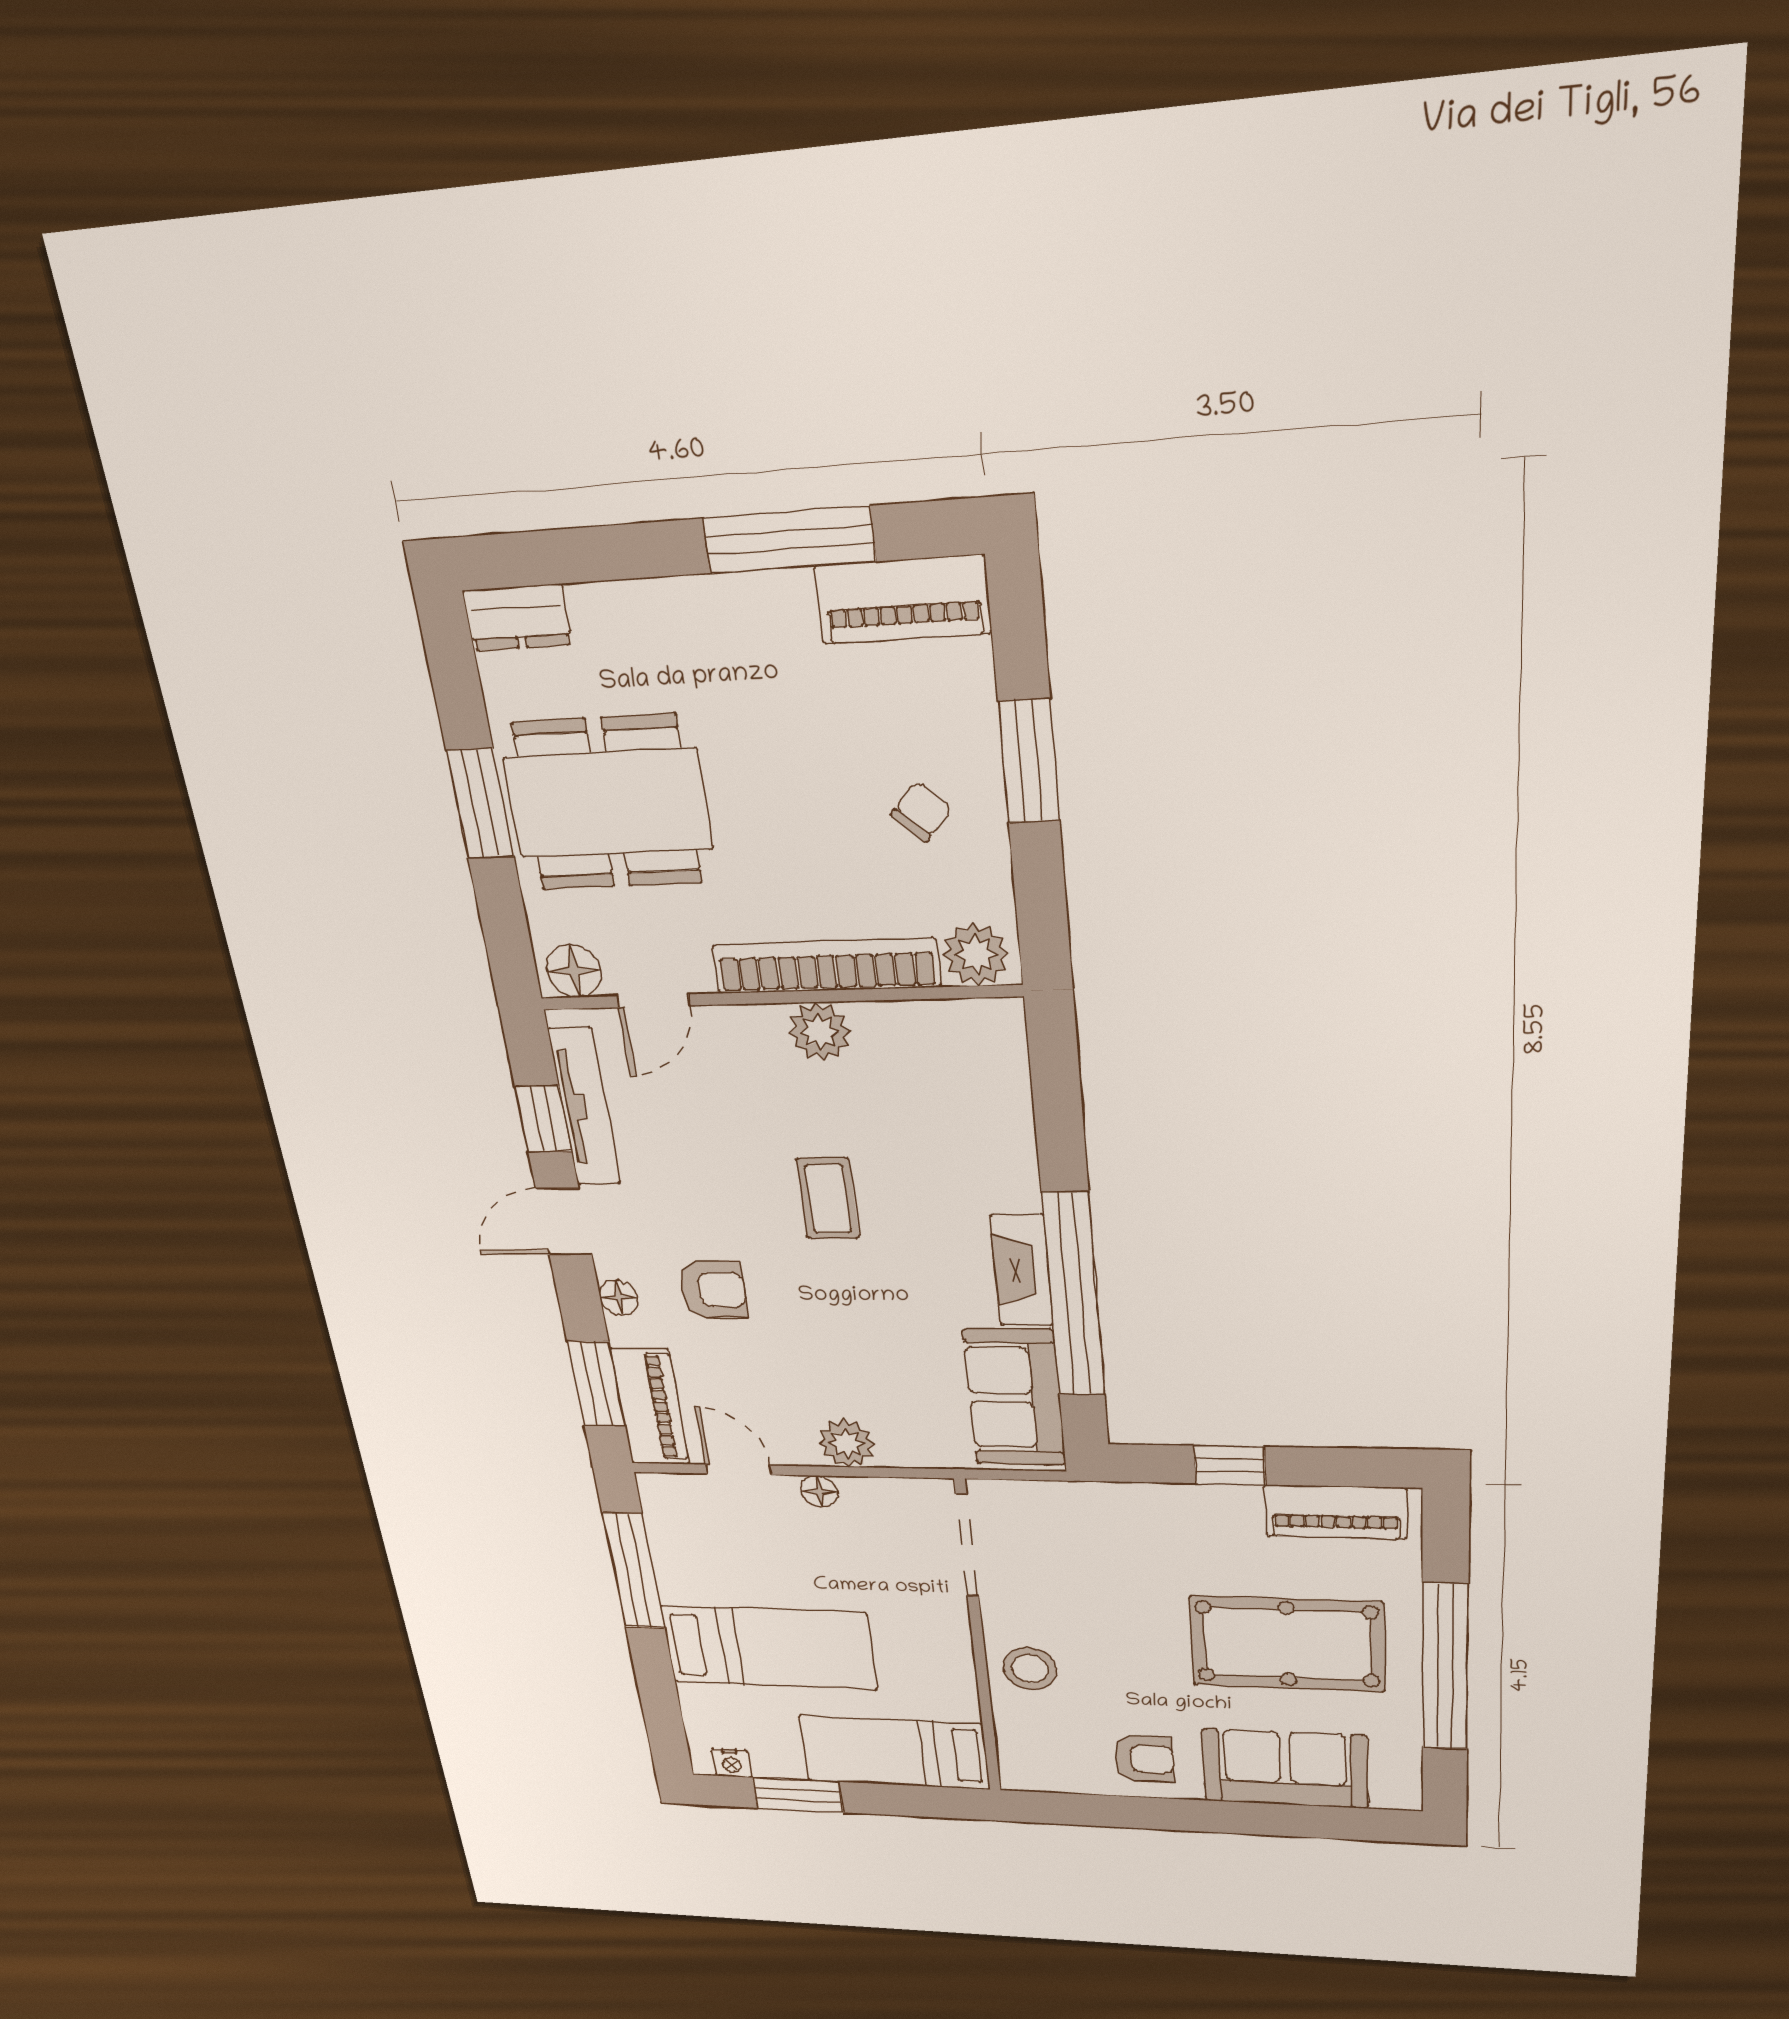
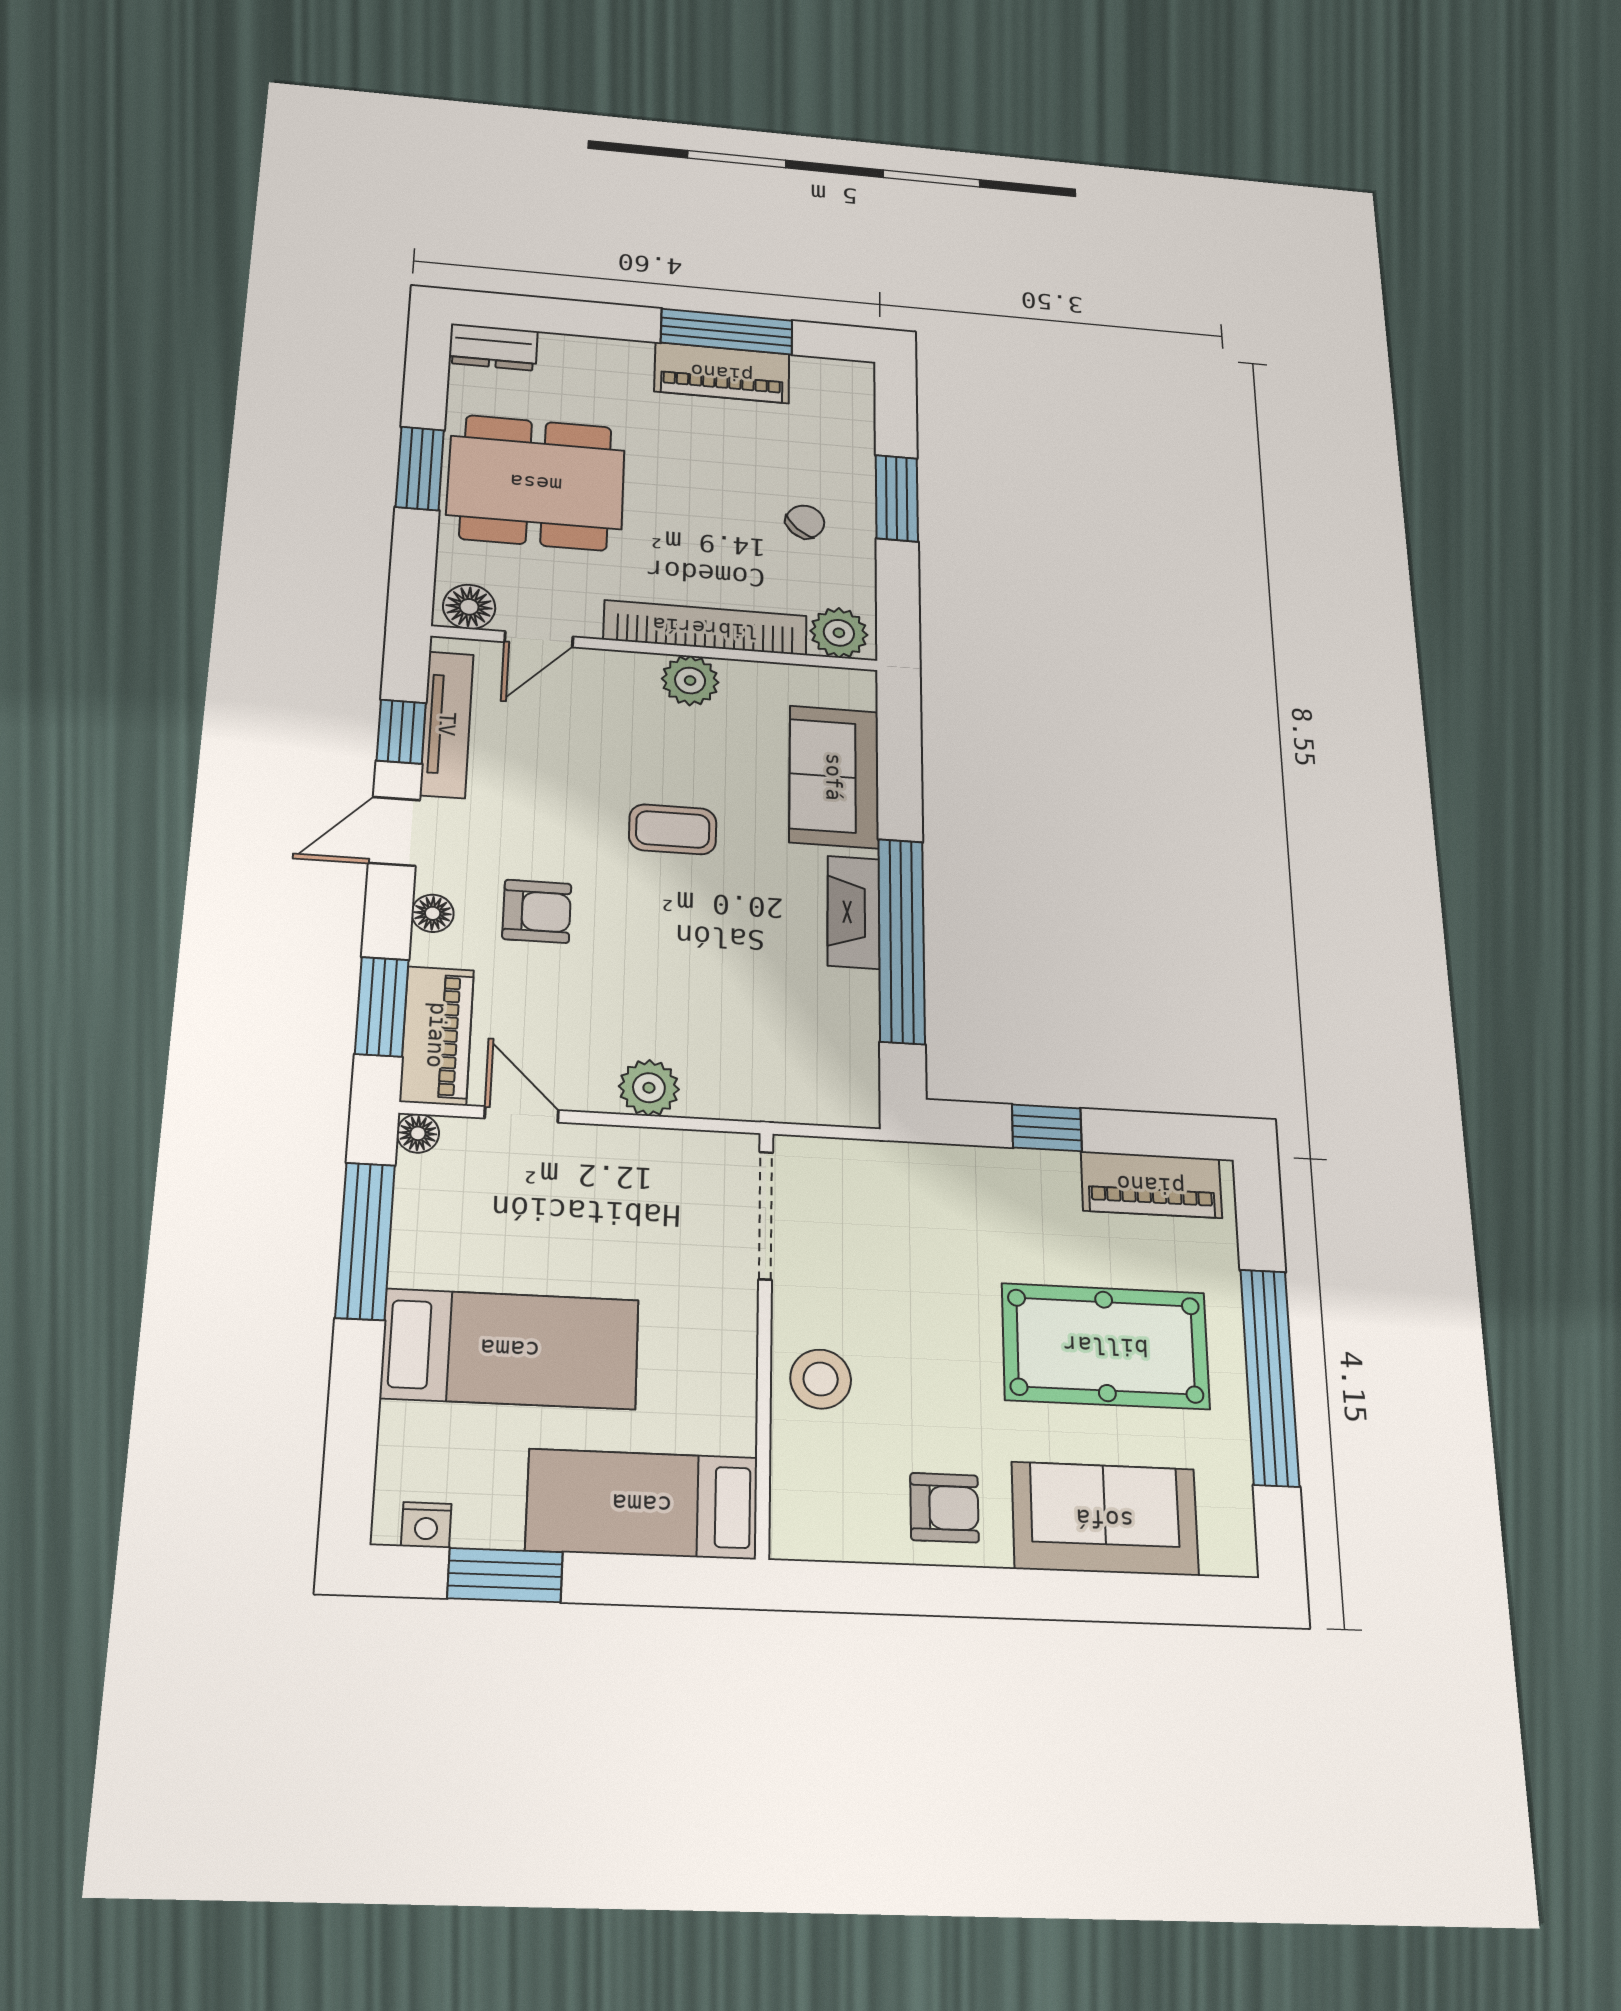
piano: (903, 600) -> (722, 373), moved
coffee table: (828, 1198) -> (673, 829), turned 90
sofa: (1015, 1398) -> (834, 777), moved
floor lamp: (819, 1491) -> (418, 1133), moved

